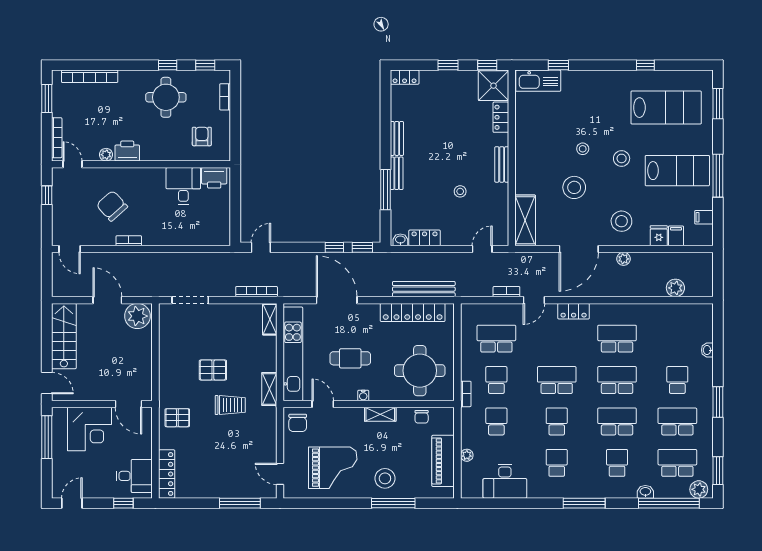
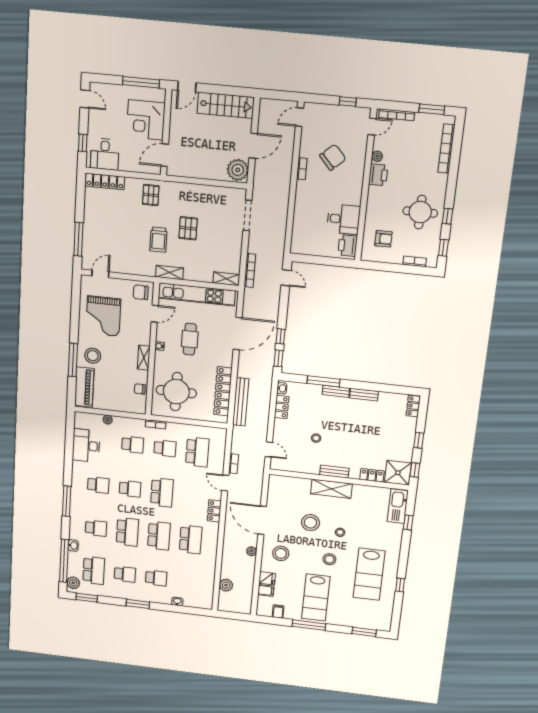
lab bench: (666, 108) -> (369, 574), moved
shelving: (525, 220) -> (331, 489), moved
school desk: (677, 421) -> (125, 574), width x0.54
piano: (443, 461) -> (84, 387), moved, turned 90

